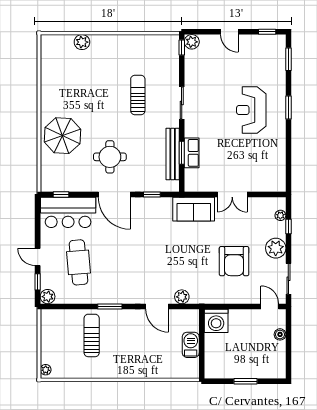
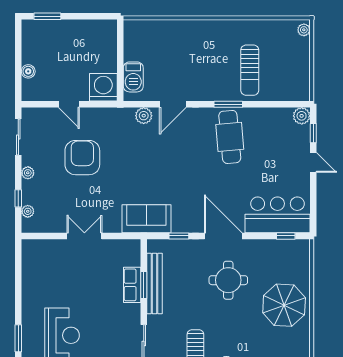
sofa: (194, 209) -> (146, 219), moved
plant: (276, 248) -> (28, 173), width x0.53, depth x0.53
cafe table: (78, 262) -> (230, 137), moved
door: (157, 307) -> (173, 104), swing flipped
door: (270, 307) -> (69, 104), moved
barbecue: (191, 345) -> (133, 77), moved
window: (245, 381) -> (47, 16), moved

